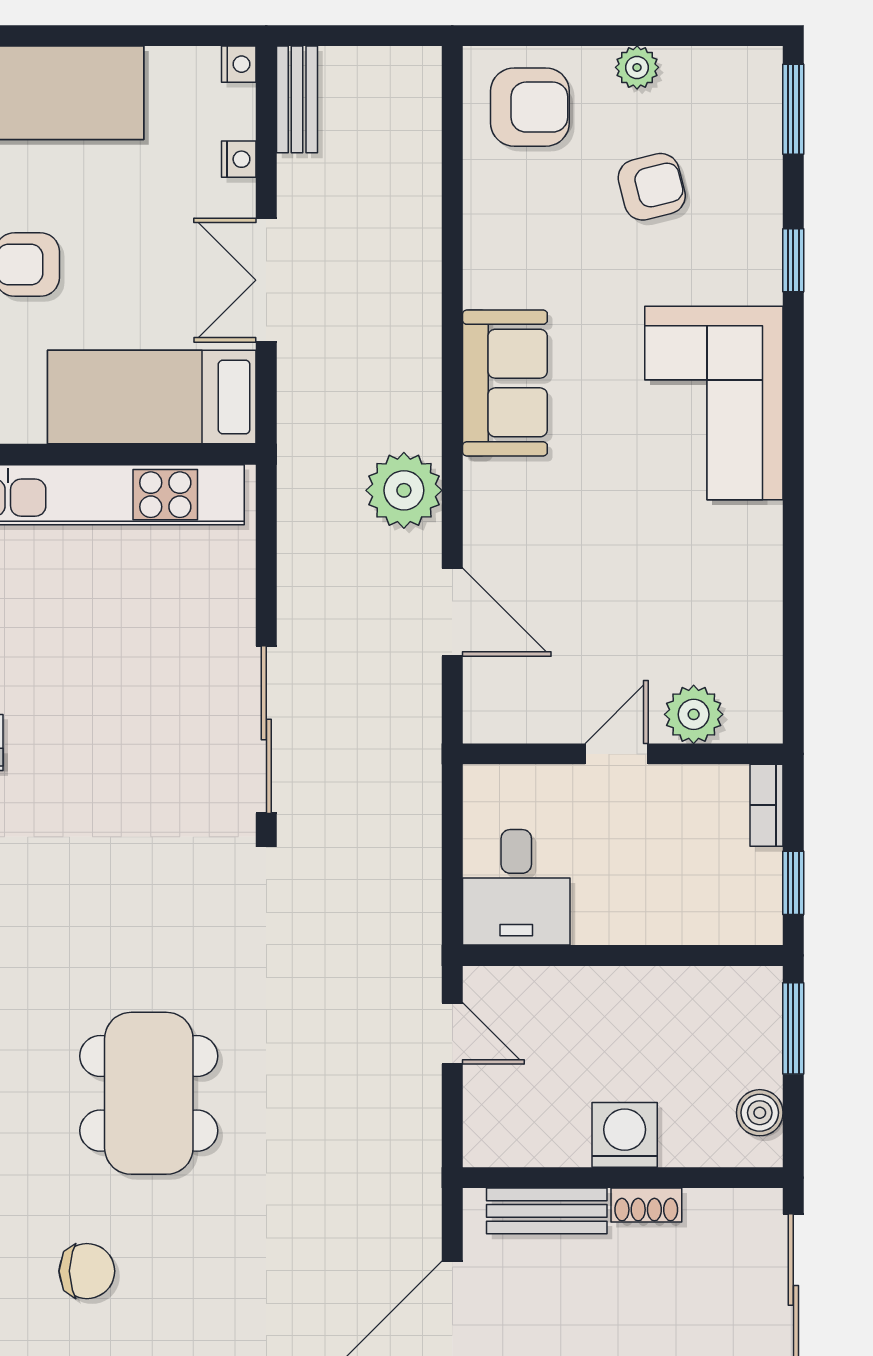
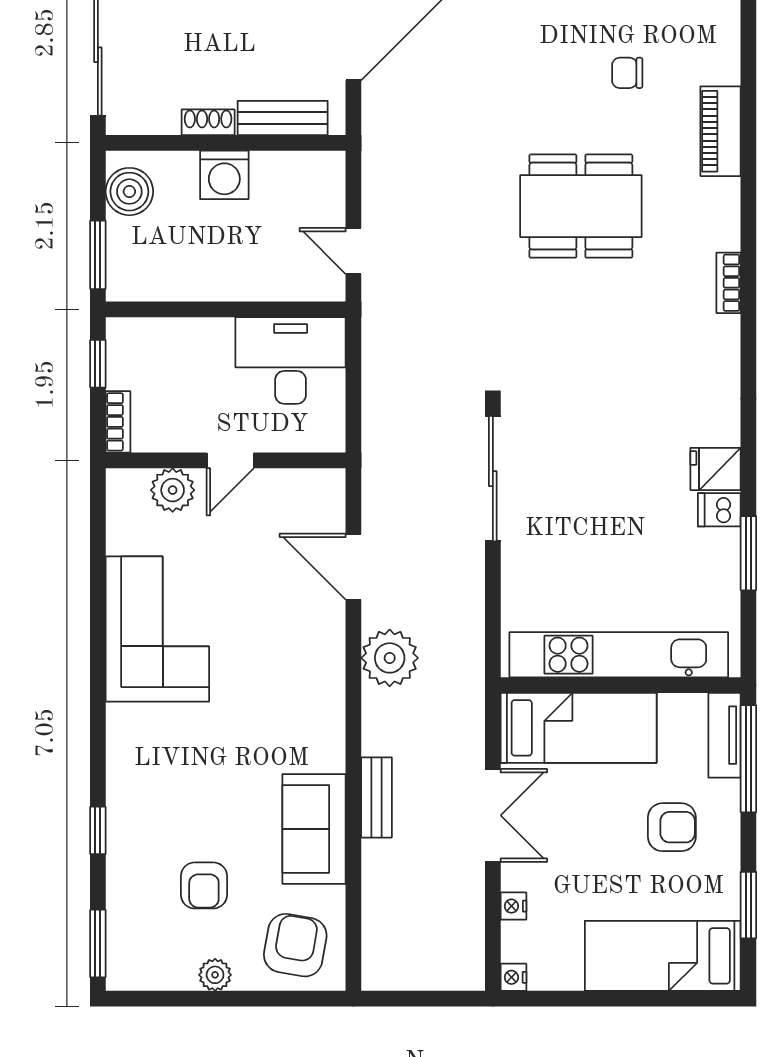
bench: (297, 99) -> (377, 797), moved
armchair: (530, 107) -> (295, 945), turned 100
armchair: (652, 187) -> (204, 885), turned -76
sofa: (505, 383) -> (314, 829), moved
corner sofa: (714, 403) -> (157, 629), moved
desk: (516, 887) -> (291, 360), width x1.37
dining table: (149, 1093) -> (581, 206), turned 90
boiler: (760, 1113) -> (129, 192), width x1.36, depth x1.36
chair: (87, 1271) -> (627, 73), width x0.73, depth x0.73

